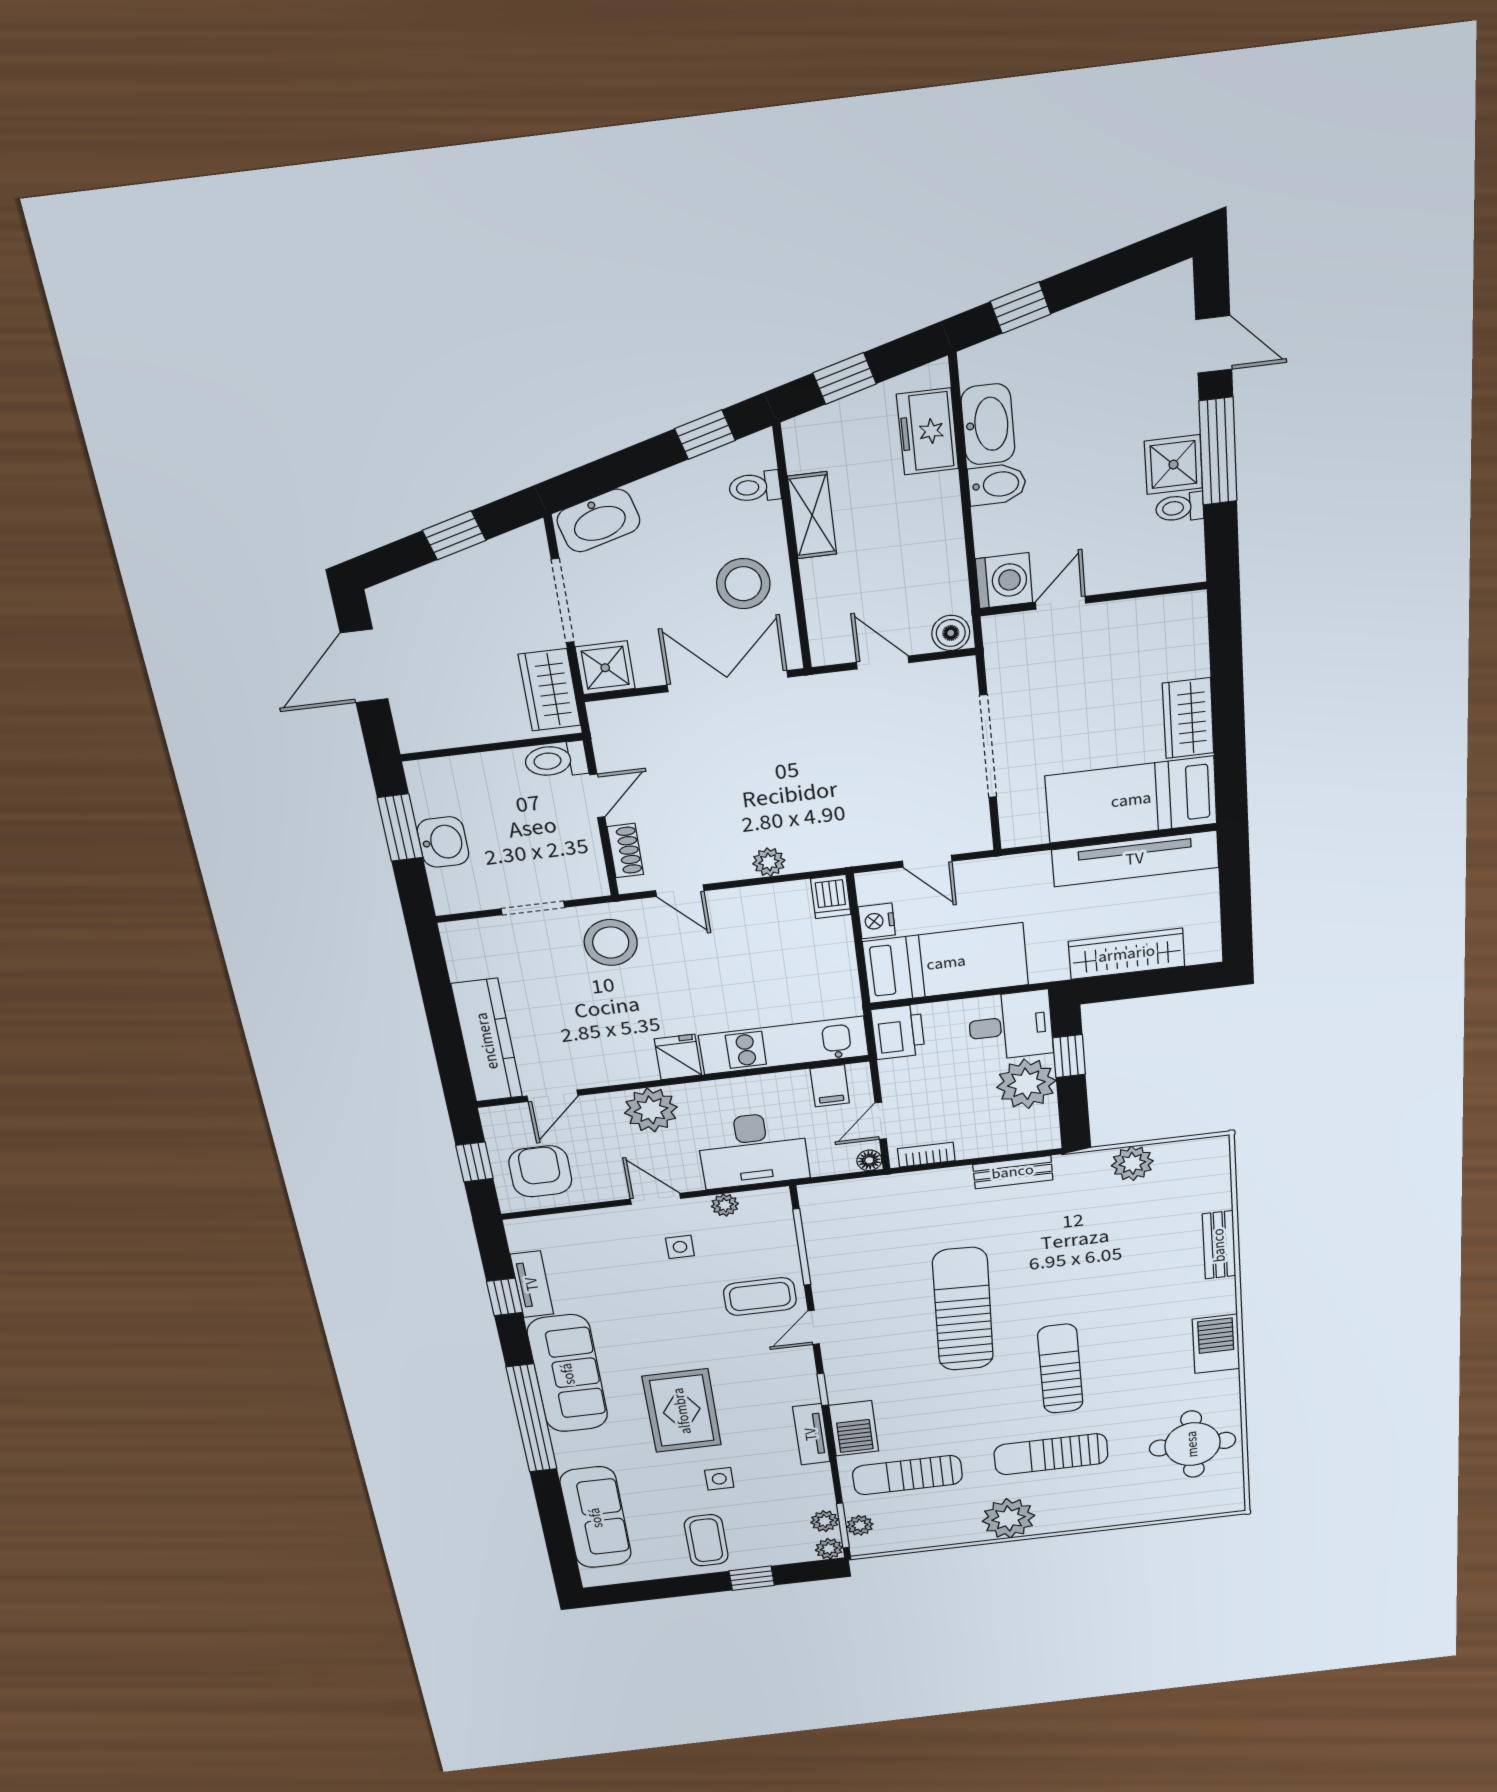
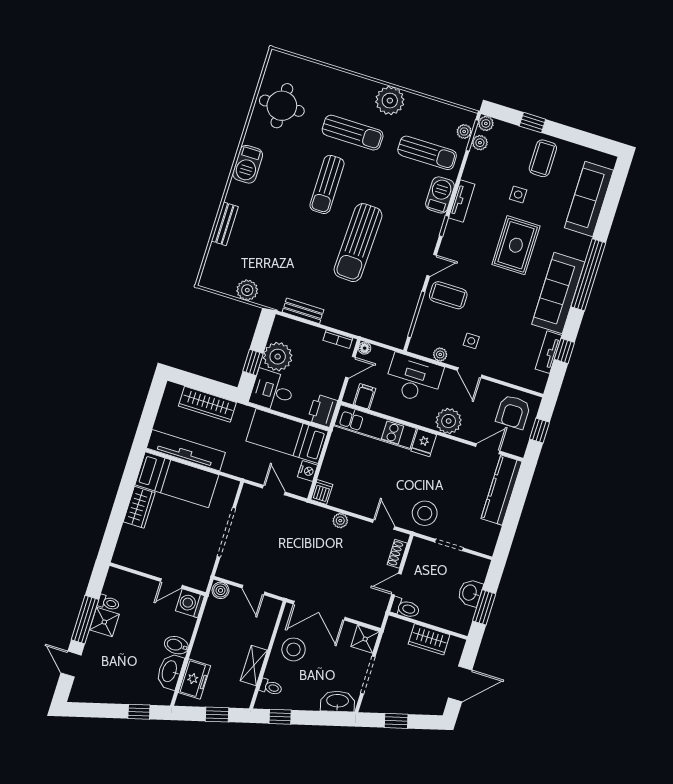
wardrobe: (550, 690) -> (429, 639), moved, turned 90

